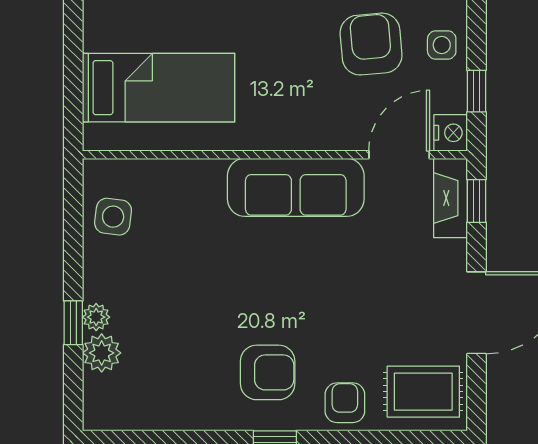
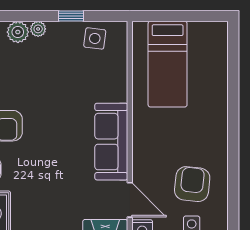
armchair: (371, 44) -> (192, 184), turned -79
window: (73, 323) -> (71, 16), moved

